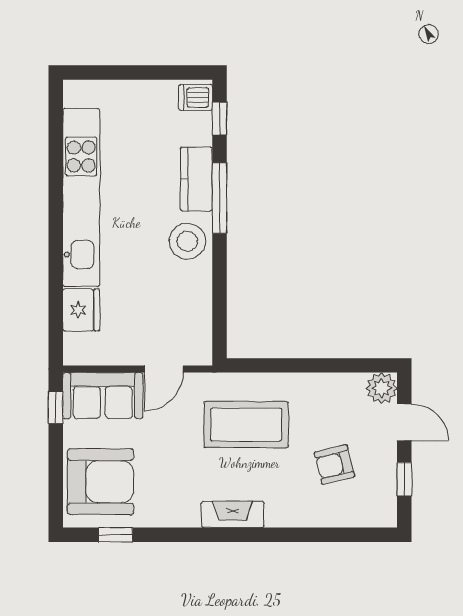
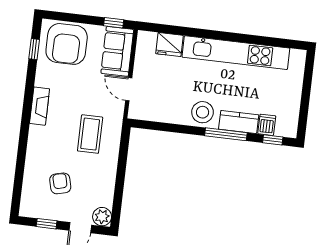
dishwasher: (196, 97) -> (267, 125), moved
coffee table: (246, 425) -> (90, 134), width x0.73, depth x0.76
fireplace: (233, 514) -> (40, 106), moved

